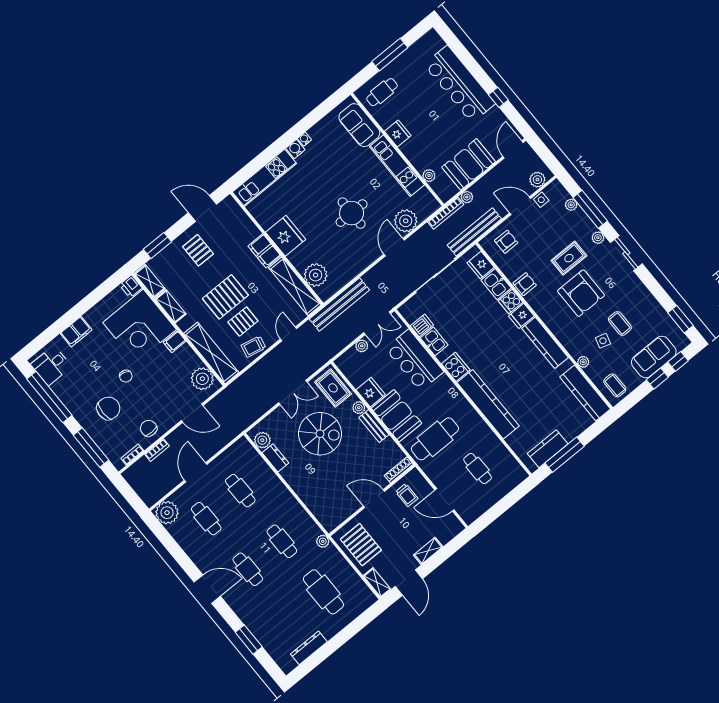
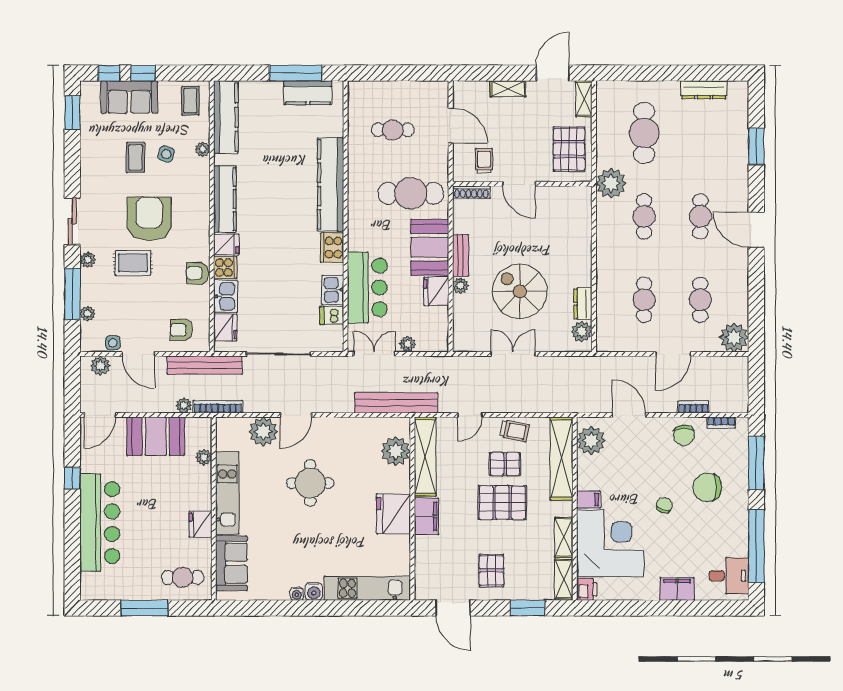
rug: (333, 388) -> (470, 326), removed
cafe table: (478, 469) -> (393, 130), turned 90
plant: (323, 541) -> (611, 183), width x1.88, depth x1.88

